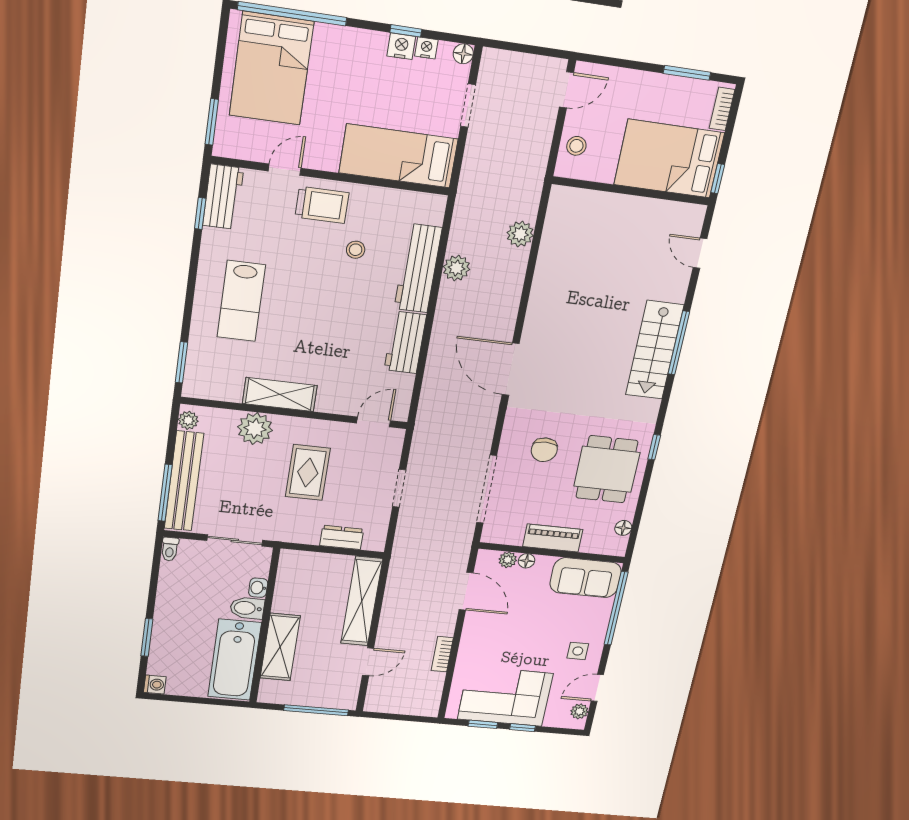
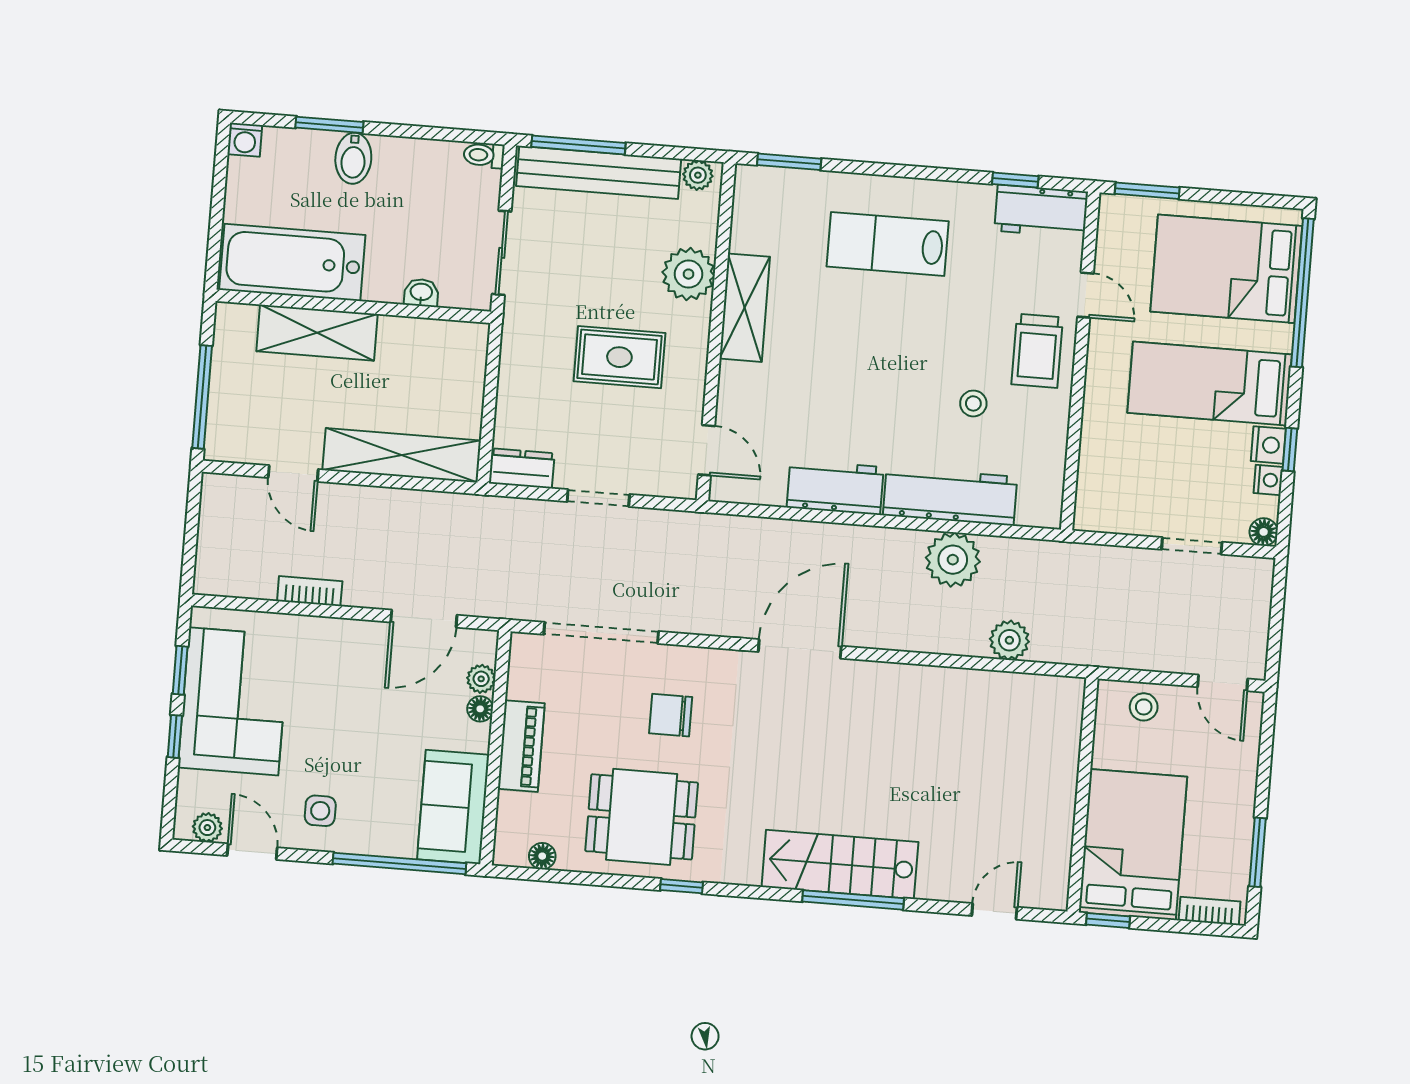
bed: (399, 156) -> (1210, 384), moved, turned -90
plant: (457, 268) -> (953, 560), width x1.36, depth x1.36
dresser: (342, 537) -> (522, 468), moved, turned -90
bidet: (247, 608) -> (353, 158), moved, turned 180

